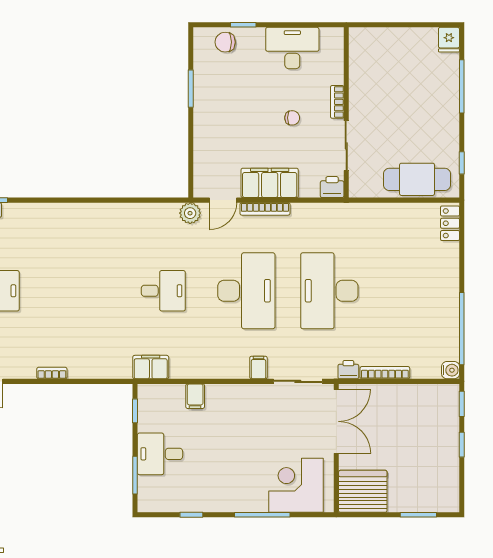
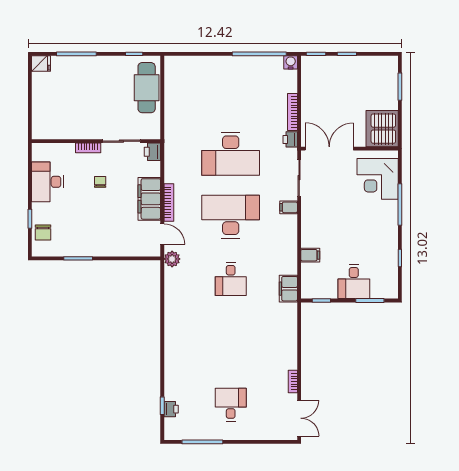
locker: (450, 223) -> (180, 63), removed
desk: (163, 291) -> (231, 279), turned 180
bookcase: (52, 373) -> (293, 382), moved

